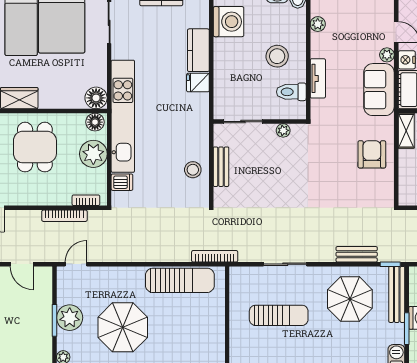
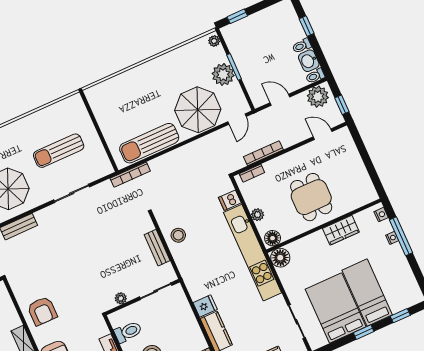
plant: (93, 154) -> (258, 215), width x0.53, depth x0.53
parasol: (123, 327) -> (198, 110), moved

